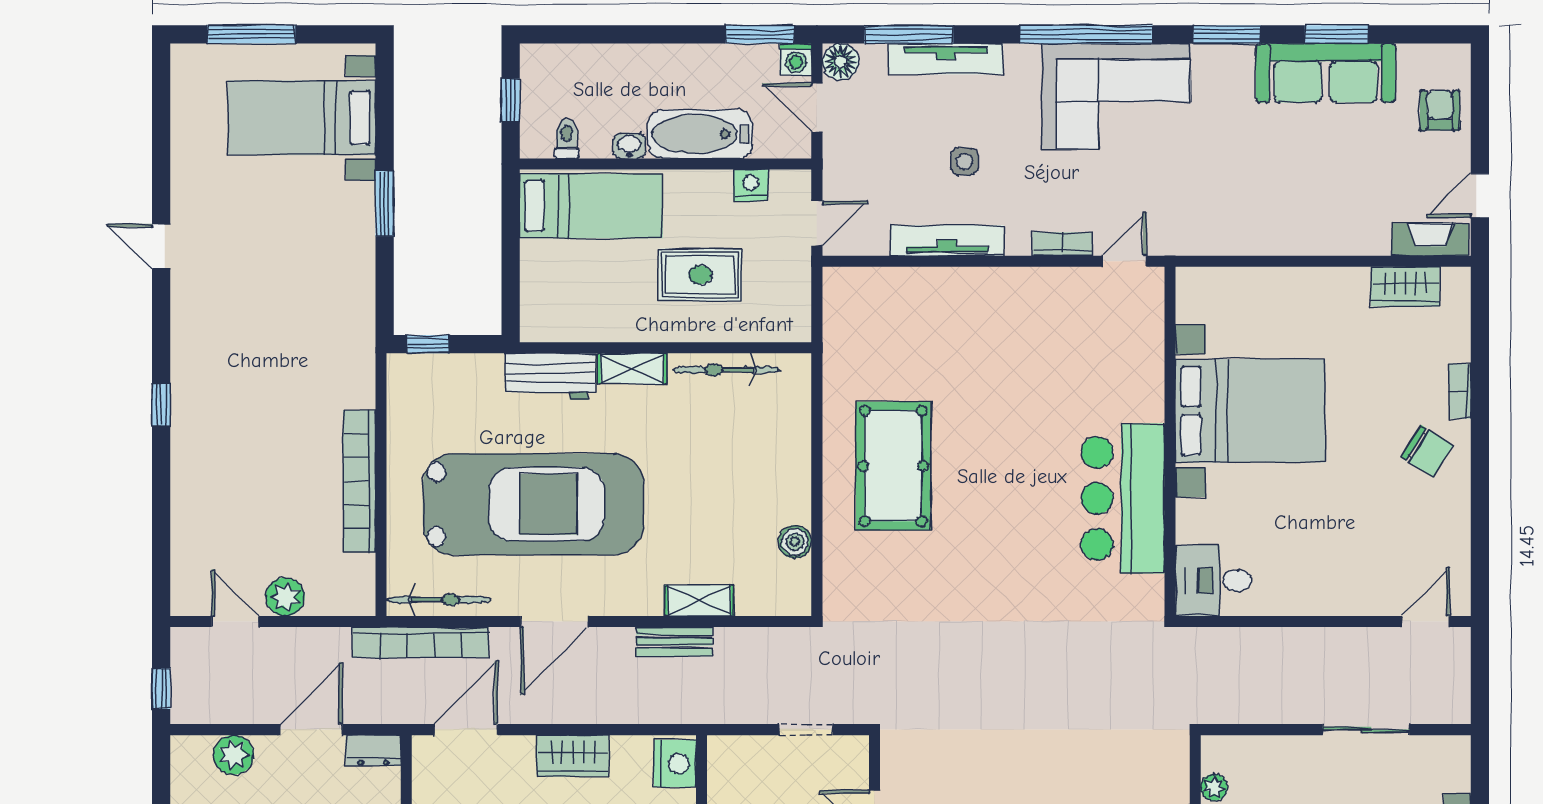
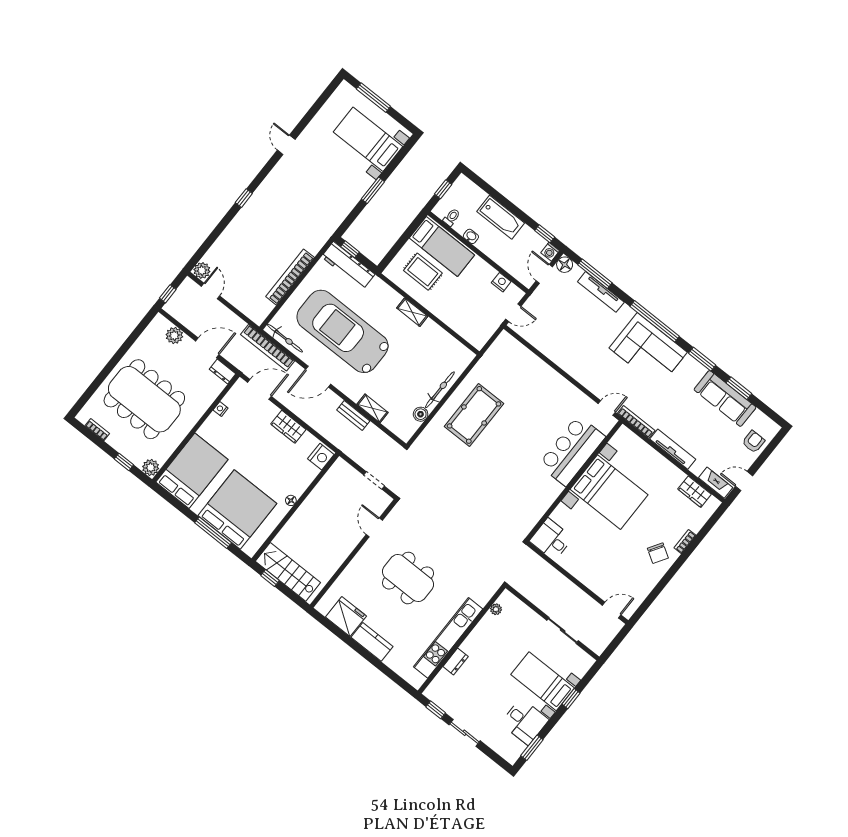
window: (760, 34) -> (545, 234), width x0.67
bathtub: (700, 134) -> (501, 217), moved, turned 180
side table: (964, 161) -> (580, 331), removed
tv unit: (947, 241) -> (673, 449), moved
bookcase: (1062, 244) -> (636, 422), moved, width x1.56
rug: (700, 275) -> (423, 272), moved
bicycle: (726, 370) -> (440, 390), moved, turned 90
workbench: (550, 376) -> (348, 265), moved, width x1.38
bar counter: (1123, 498) -> (572, 451), moved
car: (533, 504) -> (342, 331), turned 180
plant: (285, 597) -> (202, 270), moved

